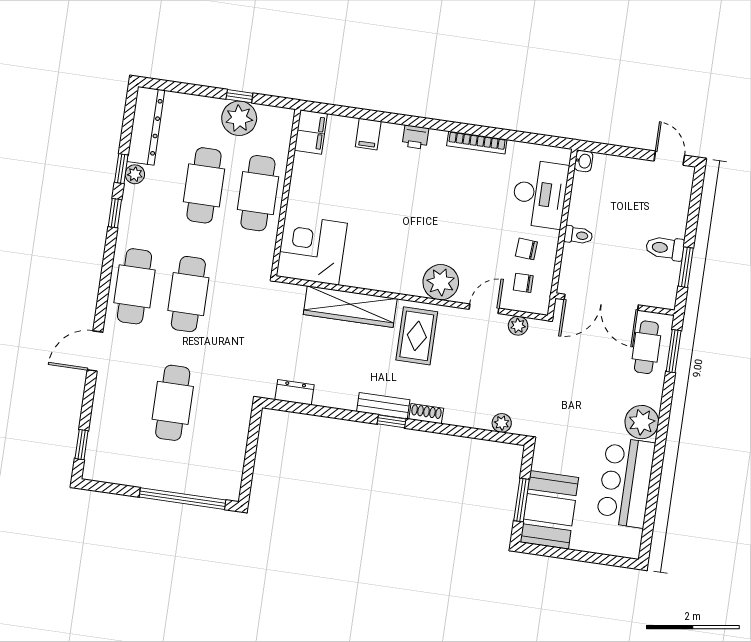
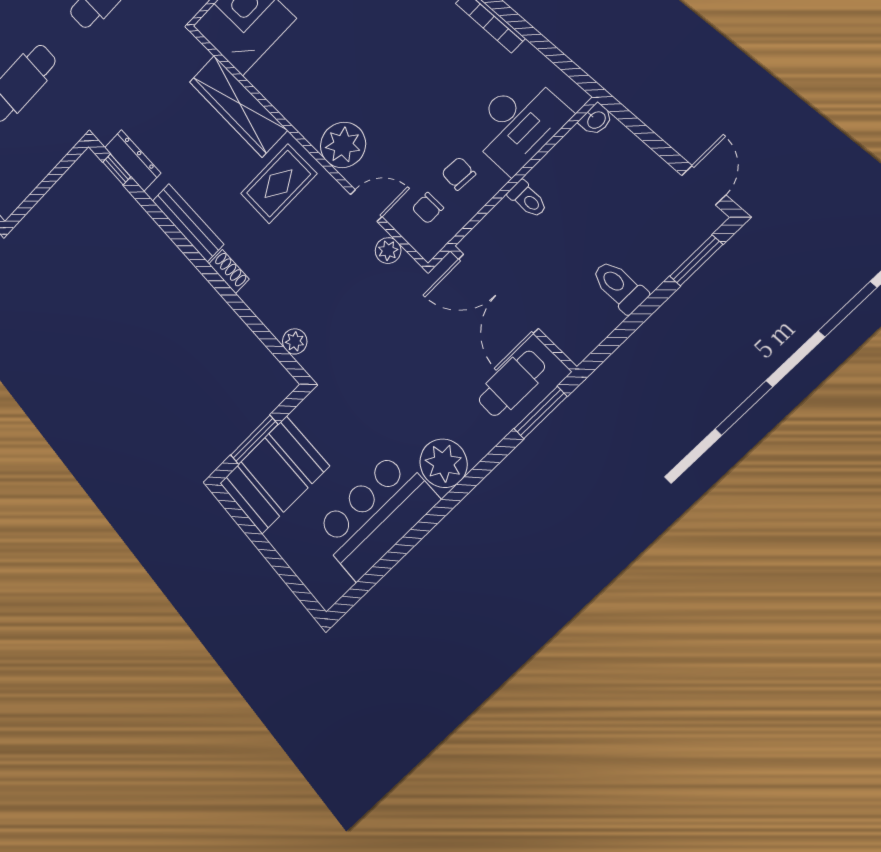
window: (686, 267) -> (696, 260), moved
chair: (523, 283) -> (428, 208), turned -90
dresser: (294, 392) -> (133, 160), width x1.44
bench: (383, 406) -> (188, 222), width x1.36
window: (392, 421) -> (117, 169), moved

